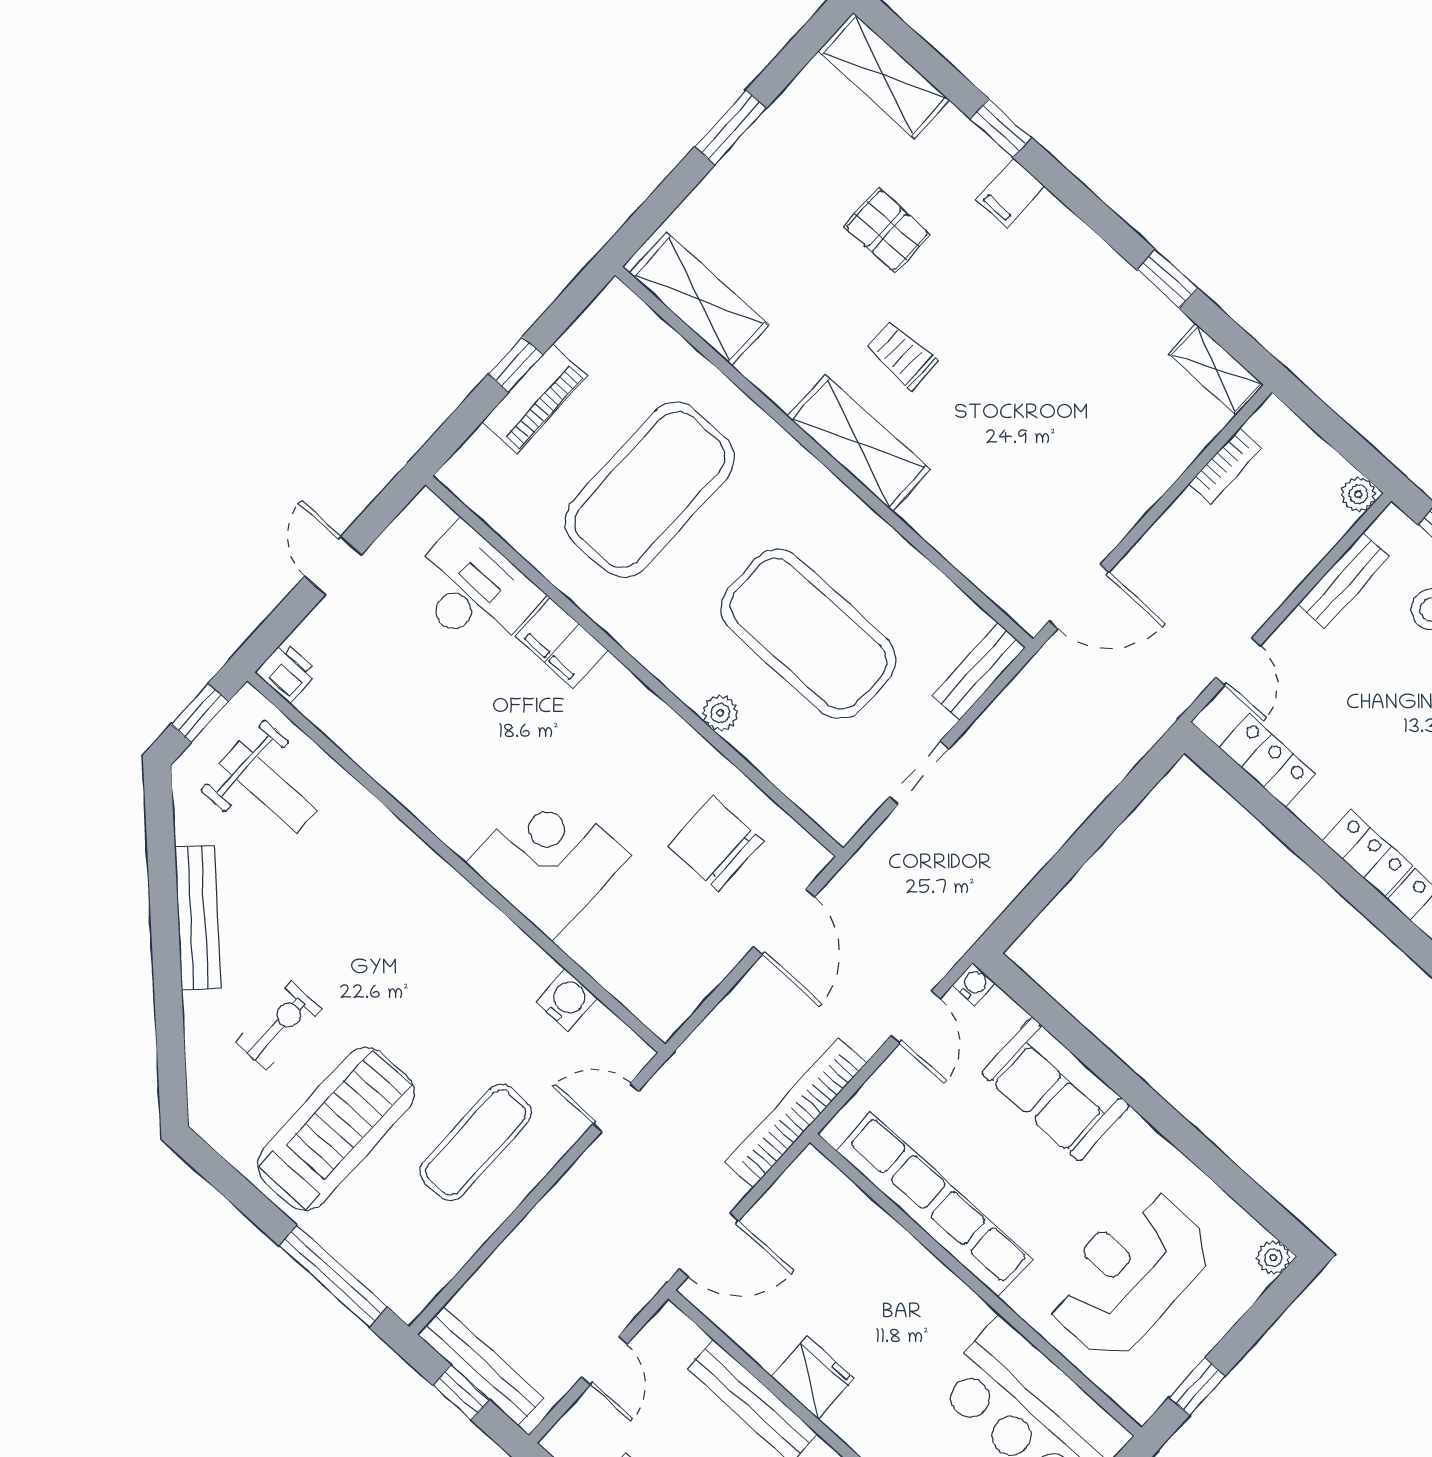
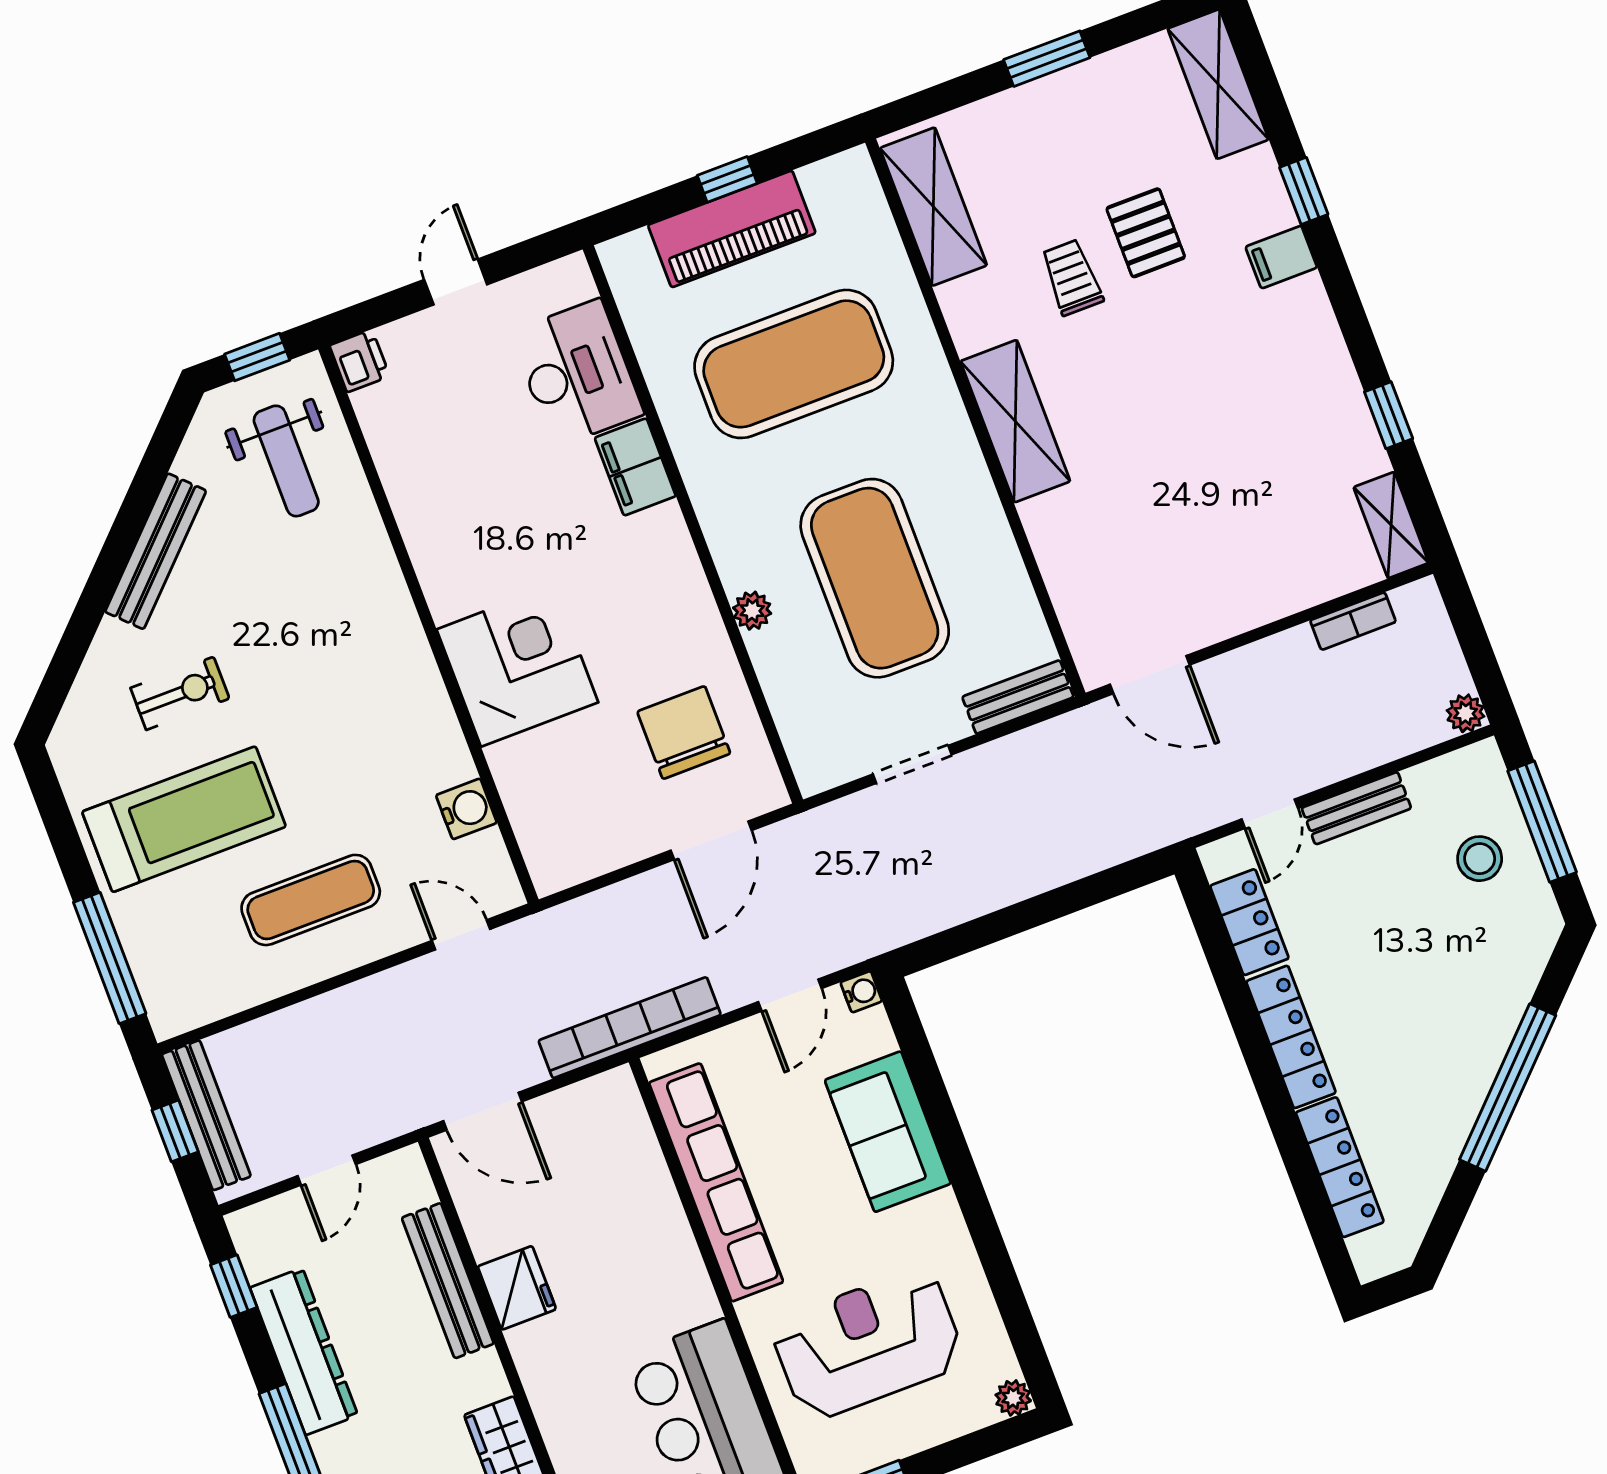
trolley: (902, 355) -> (1072, 277), moved
piano: (535, 398) -> (732, 229), width x1.37, depth x1.33
bench: (1344, 581) -> (1356, 808), moved
locker: (1367, 853) -> (1291, 1037), width x1.53

